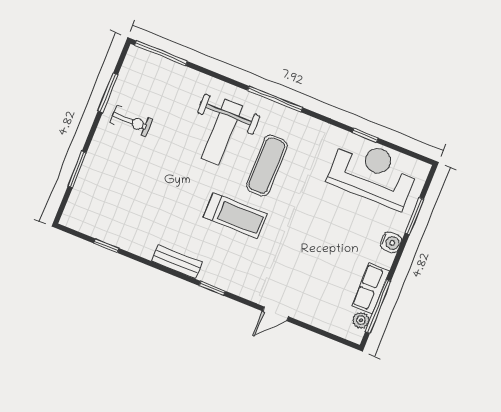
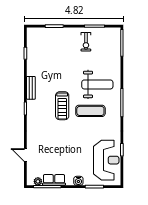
weight bench: (222, 132) -> (97, 84), turned 180
door: (276, 314) -> (25, 155), moved

